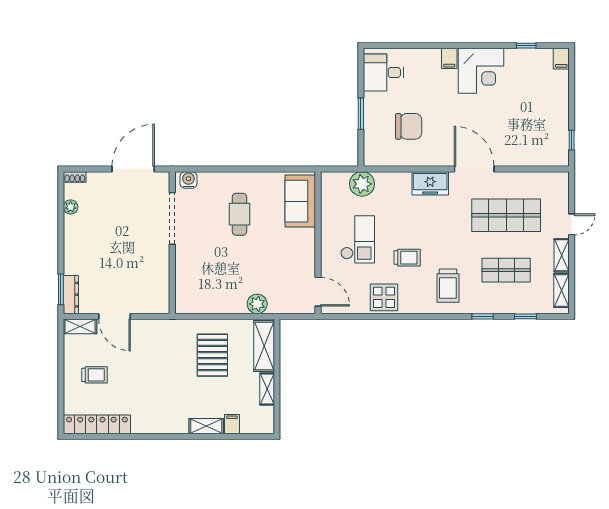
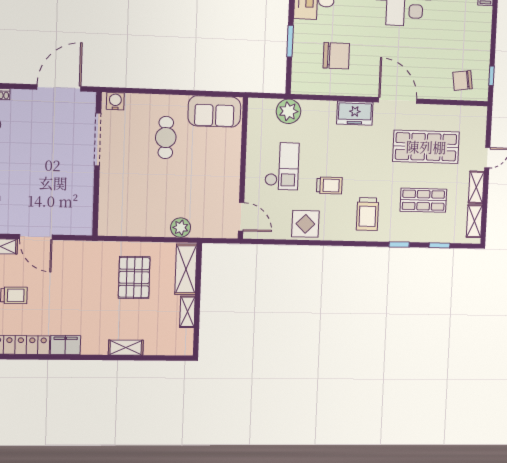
chair: (541, 146) -> (462, 81), added
sofa: (300, 201) -> (214, 111), moved, turned -90
filing cabinet: (232, 424) -> (65, 345), moved, width x2.00

